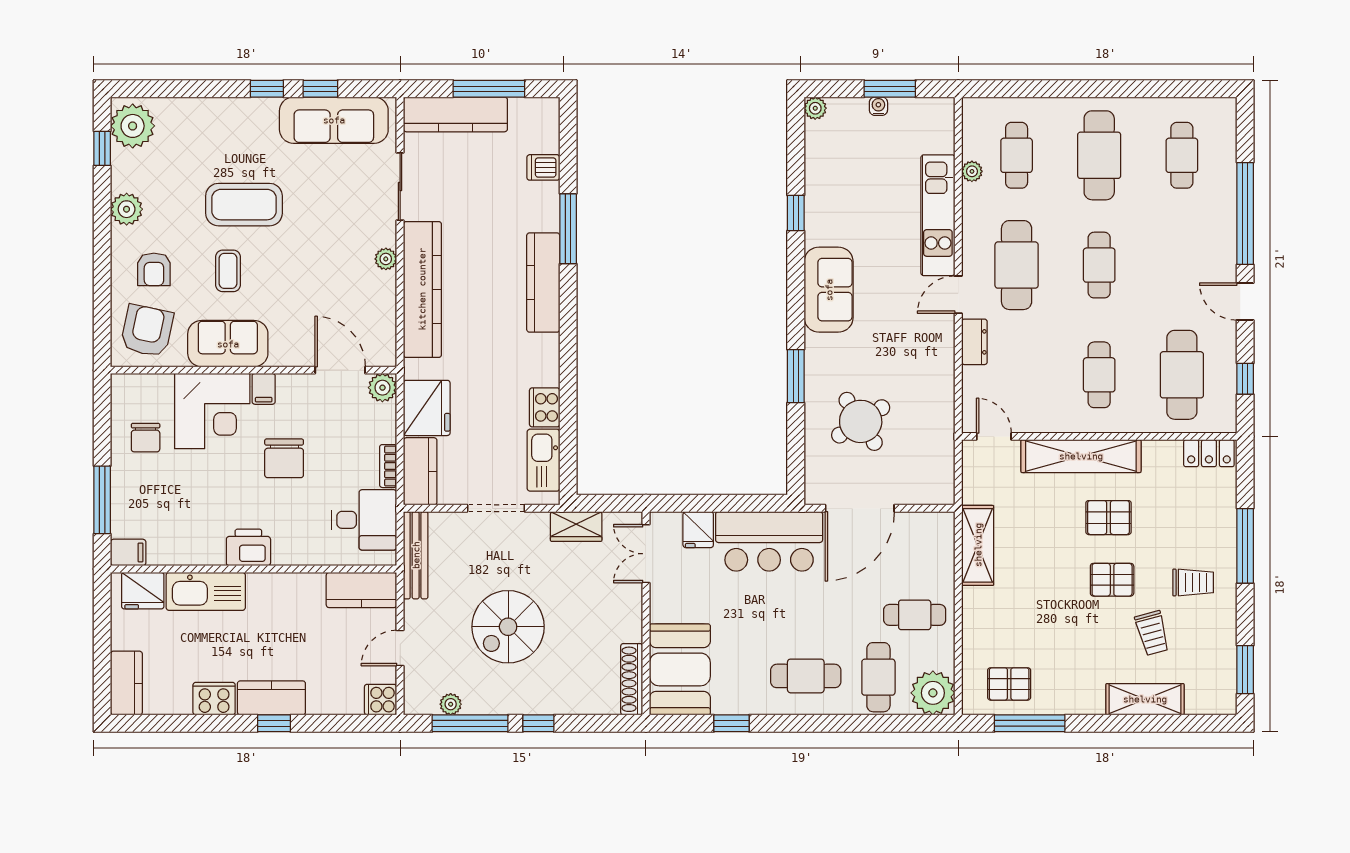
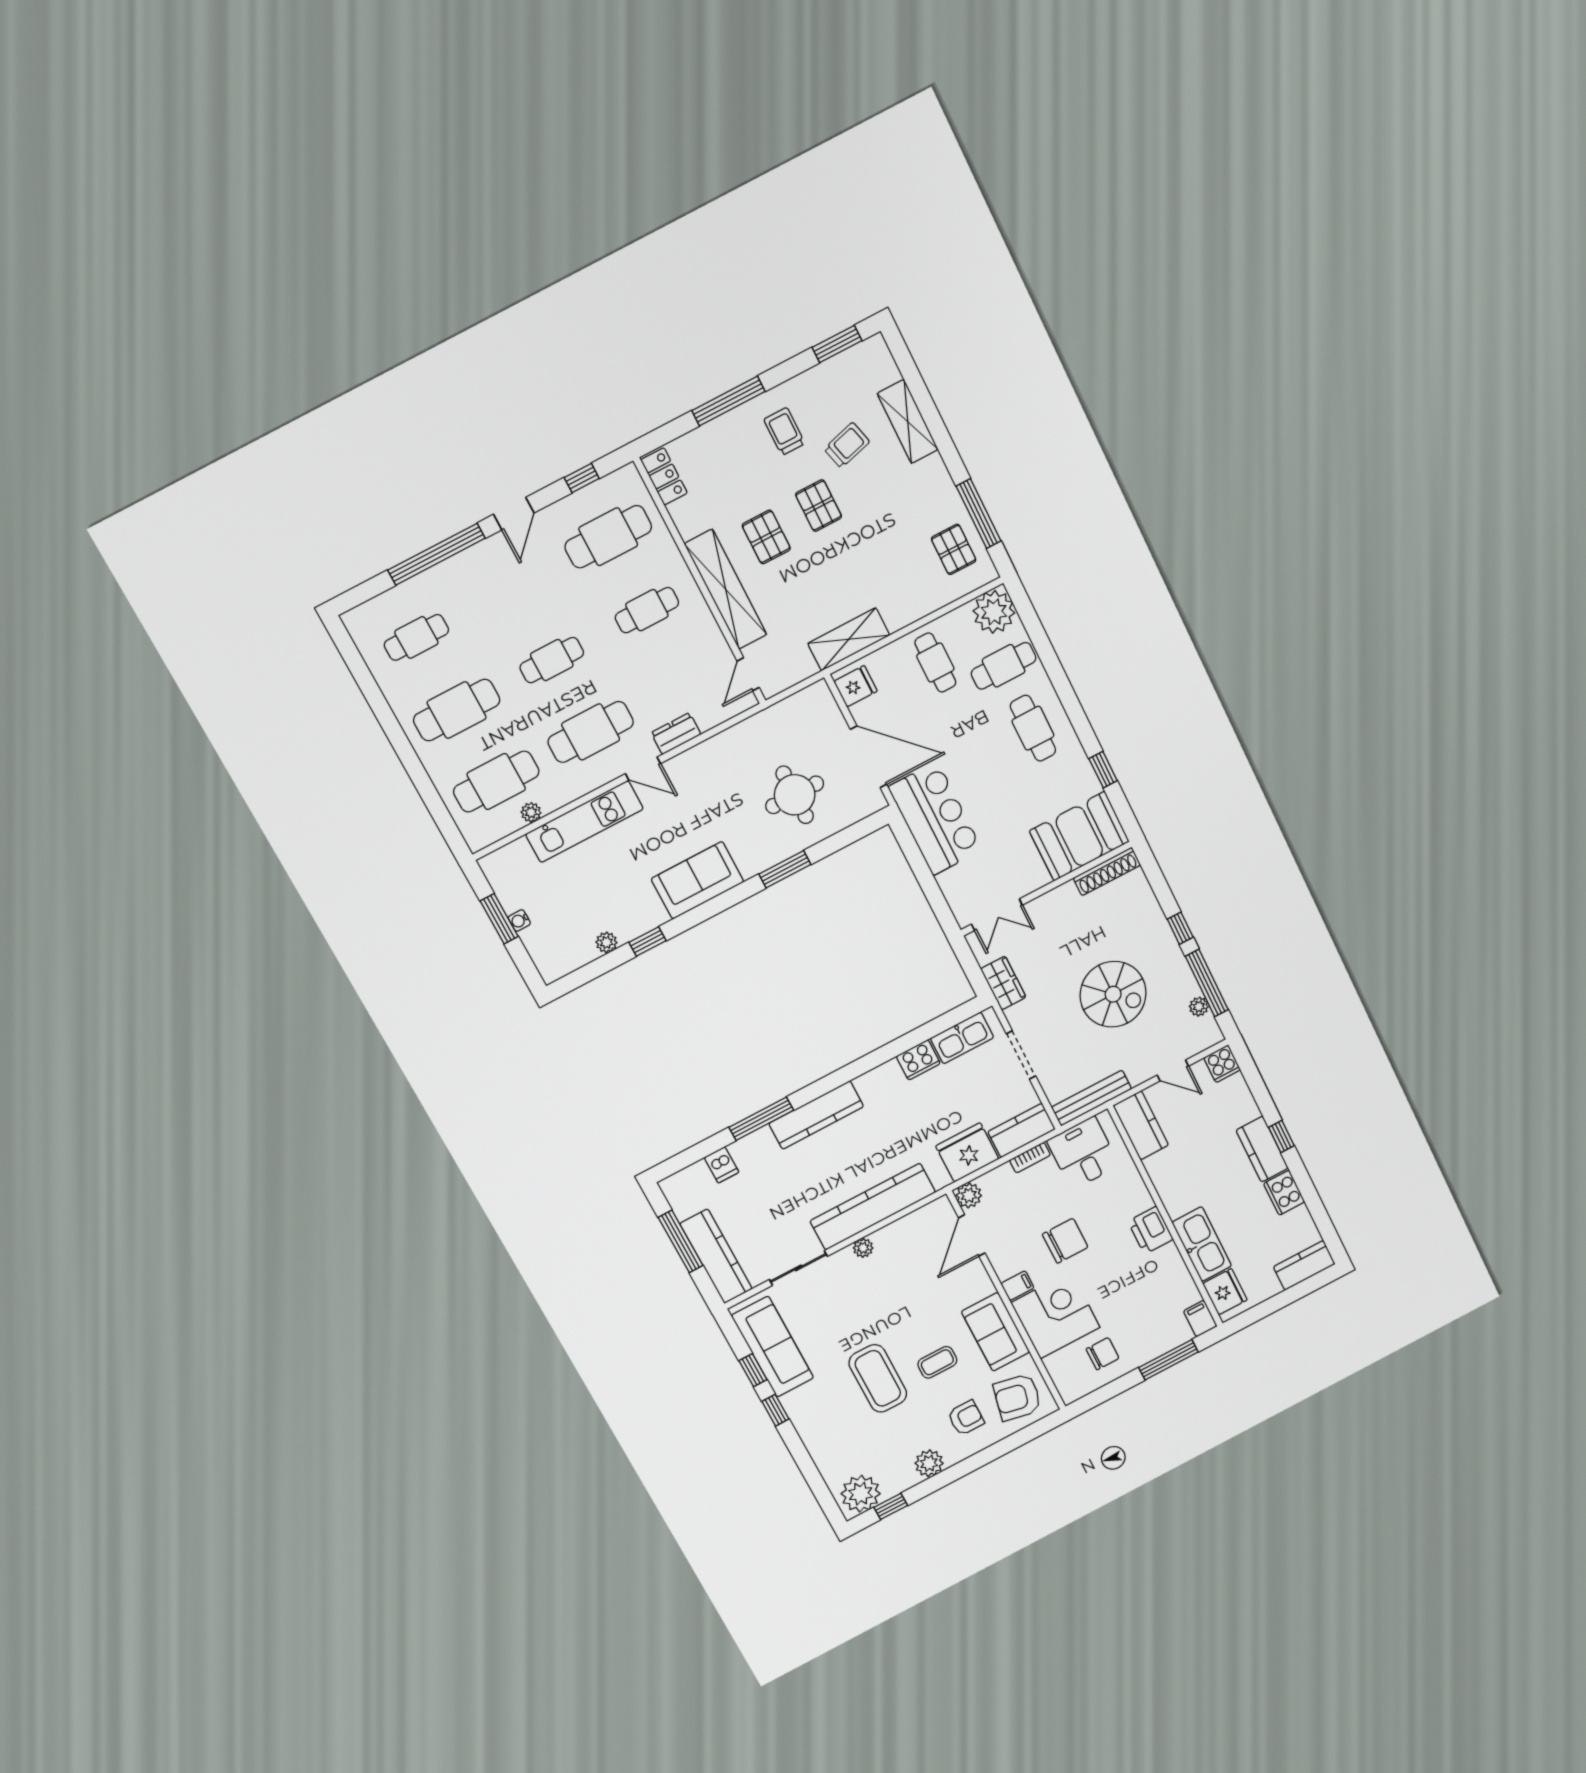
plant: (815, 108) -> (606, 942), moved
cafe table: (1017, 155) -> (496, 782), width x1.37, depth x1.35
round table: (861, 421) -> (795, 795), turned 33
fridge: (698, 530) -> (856, 686), moved

